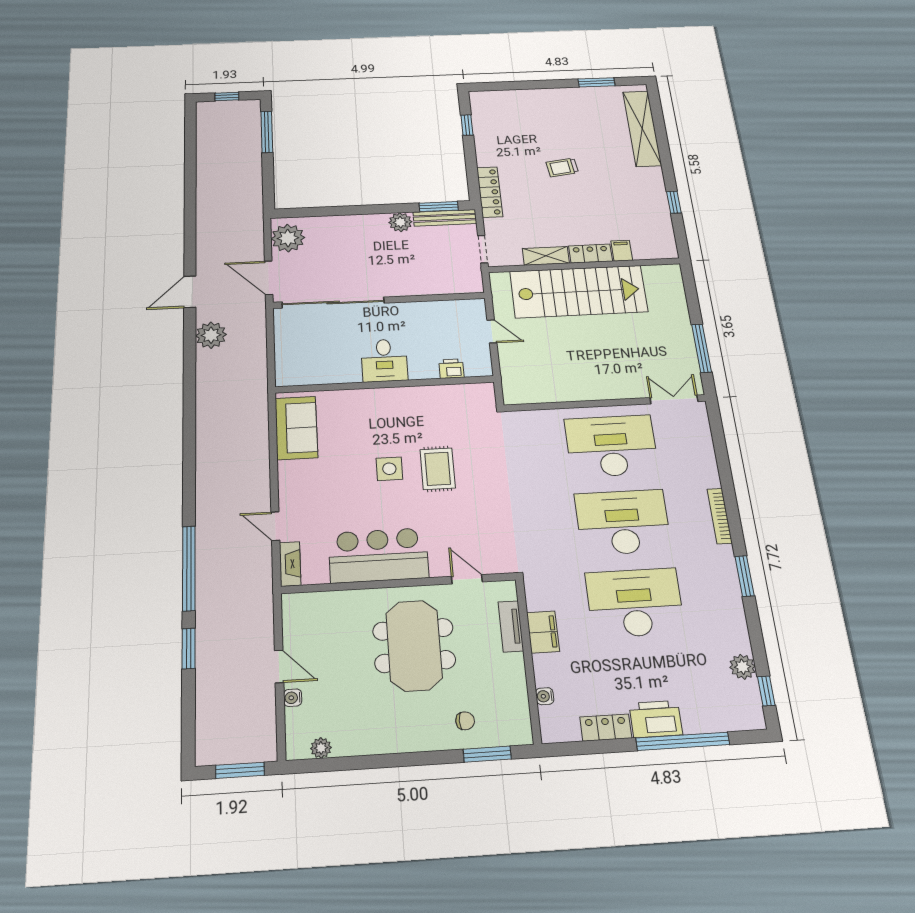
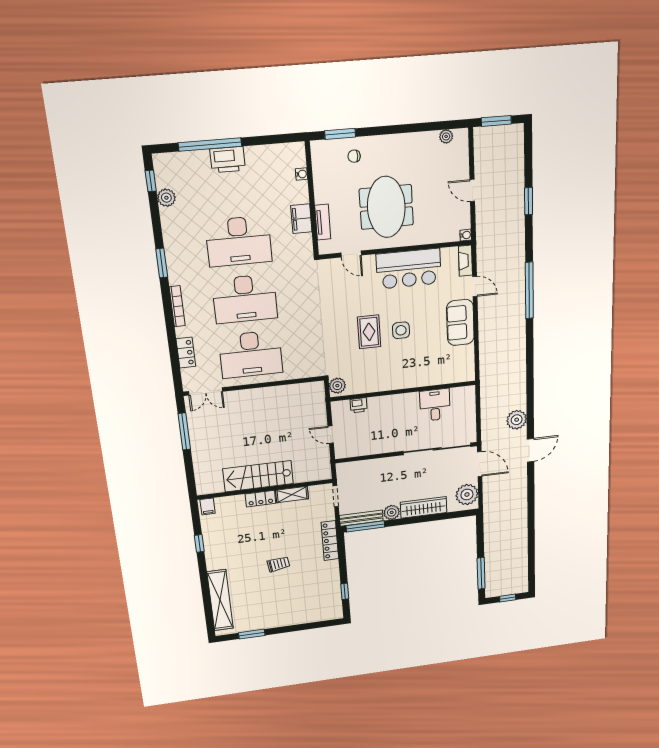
window: (439, 207) -> (365, 526), width x1.44
wardrobe: (353, 225) -> (424, 507), added
filing cabinet: (622, 251) -> (208, 506), moved
stairs: (579, 292) -> (258, 476), width x0.73, depth x0.66
desk: (384, 360) -> (435, 405), moved
plant: (484, 397) -> (337, 386), added
sofa: (296, 428) -> (460, 322), moved
window: (189, 568) -> (529, 291), moved
water cooler: (293, 698) -> (466, 235), moved
locker: (606, 728) -> (186, 353), moved, turned -90

